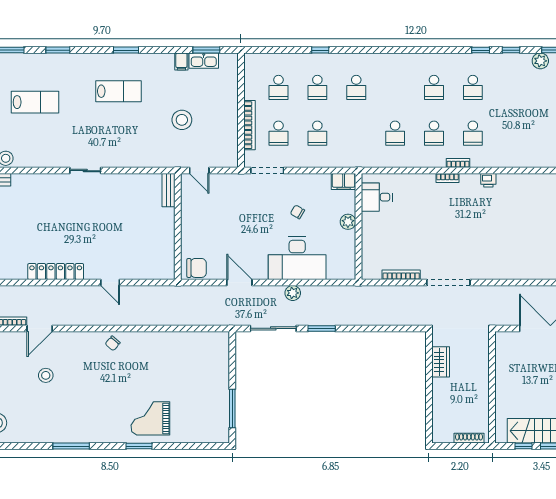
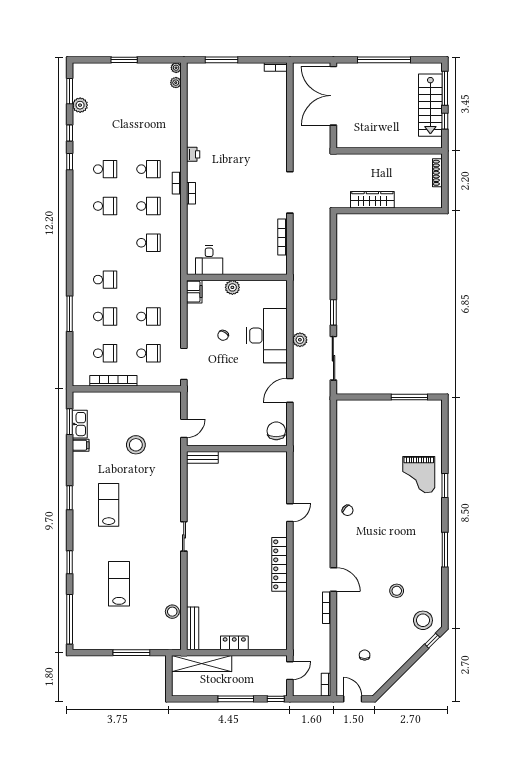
window: (320, 50) -> (70, 314), width x2.17
bookcase: (249, 125) -> (113, 381), moved
wardrobe: (441, 362) -> (372, 200), width x1.50
stool: (46, 375) -> (397, 591), moved

